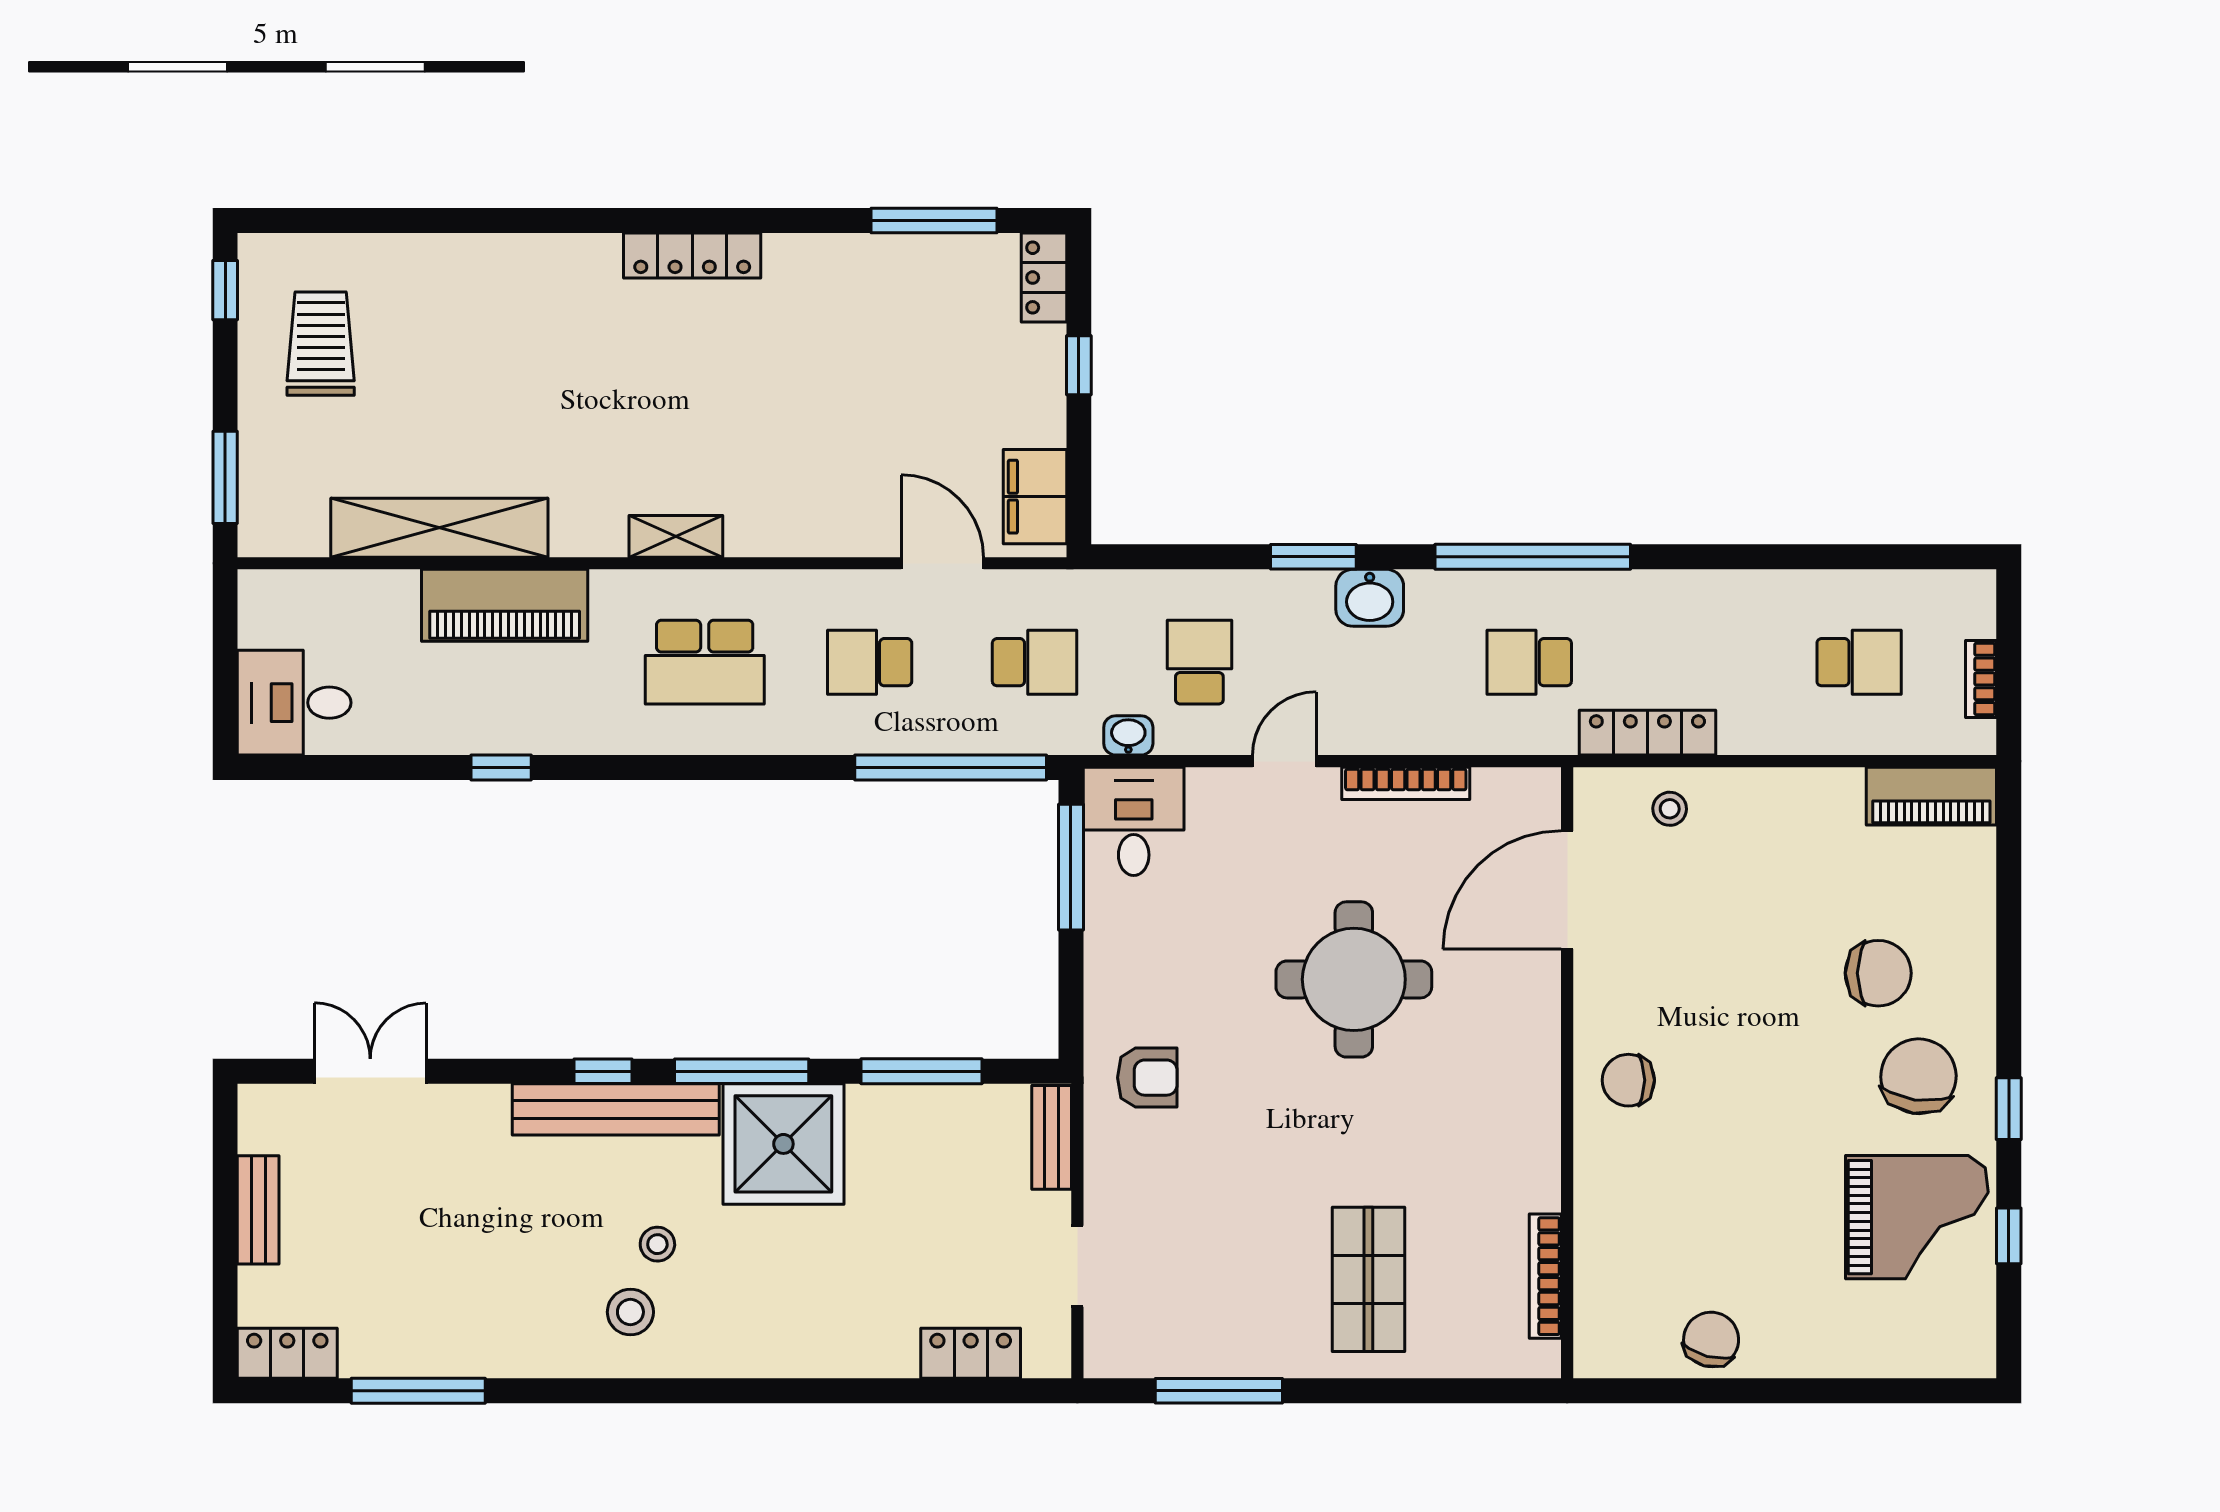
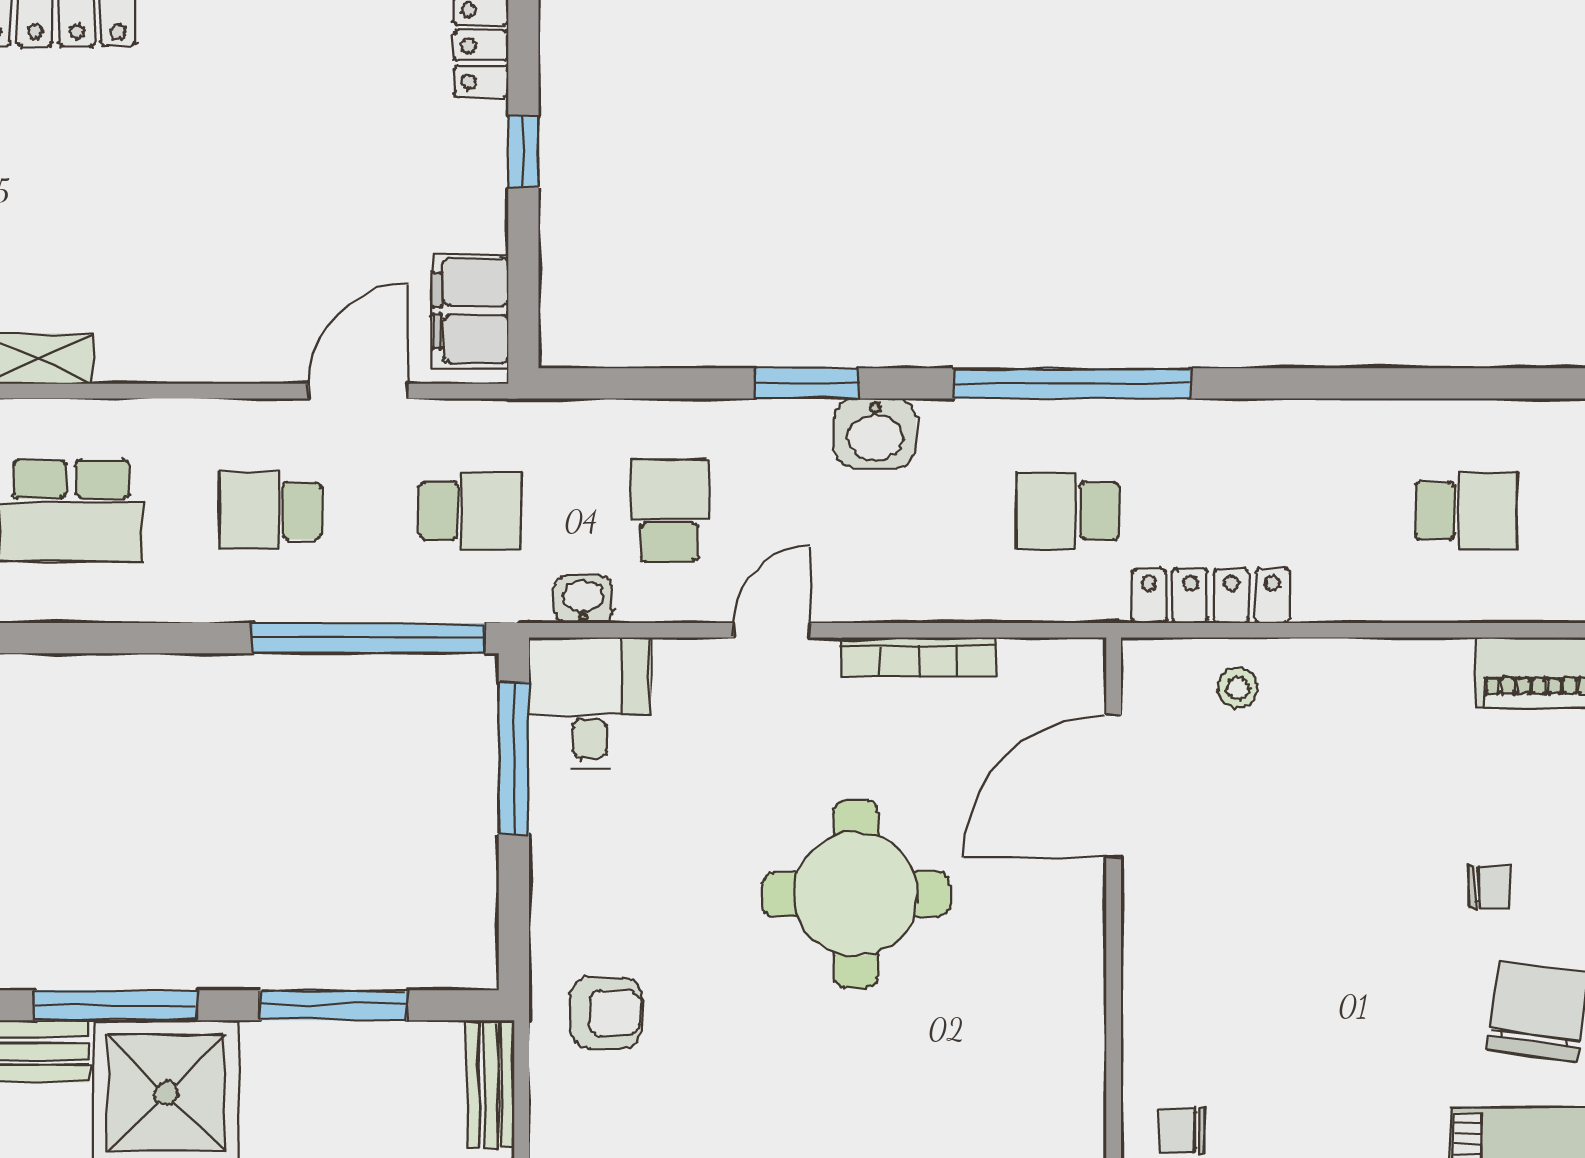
door: (942, 563) -> (358, 391), hinge flipped
chair: (1878, 973) -> (1490, 887), width x0.54, depth x0.54
chair: (1628, 1080) -> (1183, 1131), moved, width x0.73, depth x0.73

